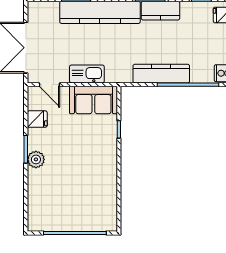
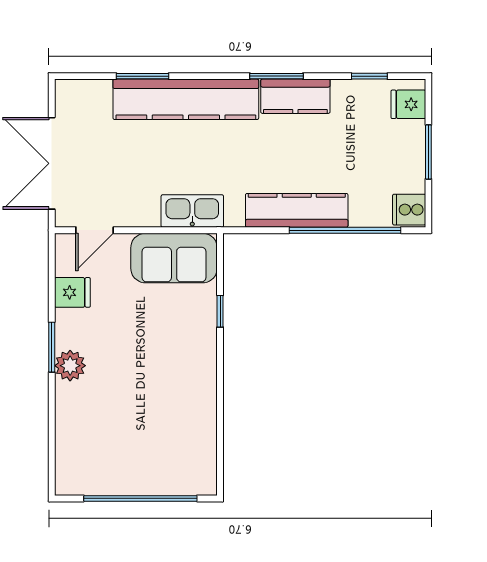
kitchen sink: (87, 74) -> (192, 211), moved
door: (49, 85) -> (95, 230), hinge flipped

